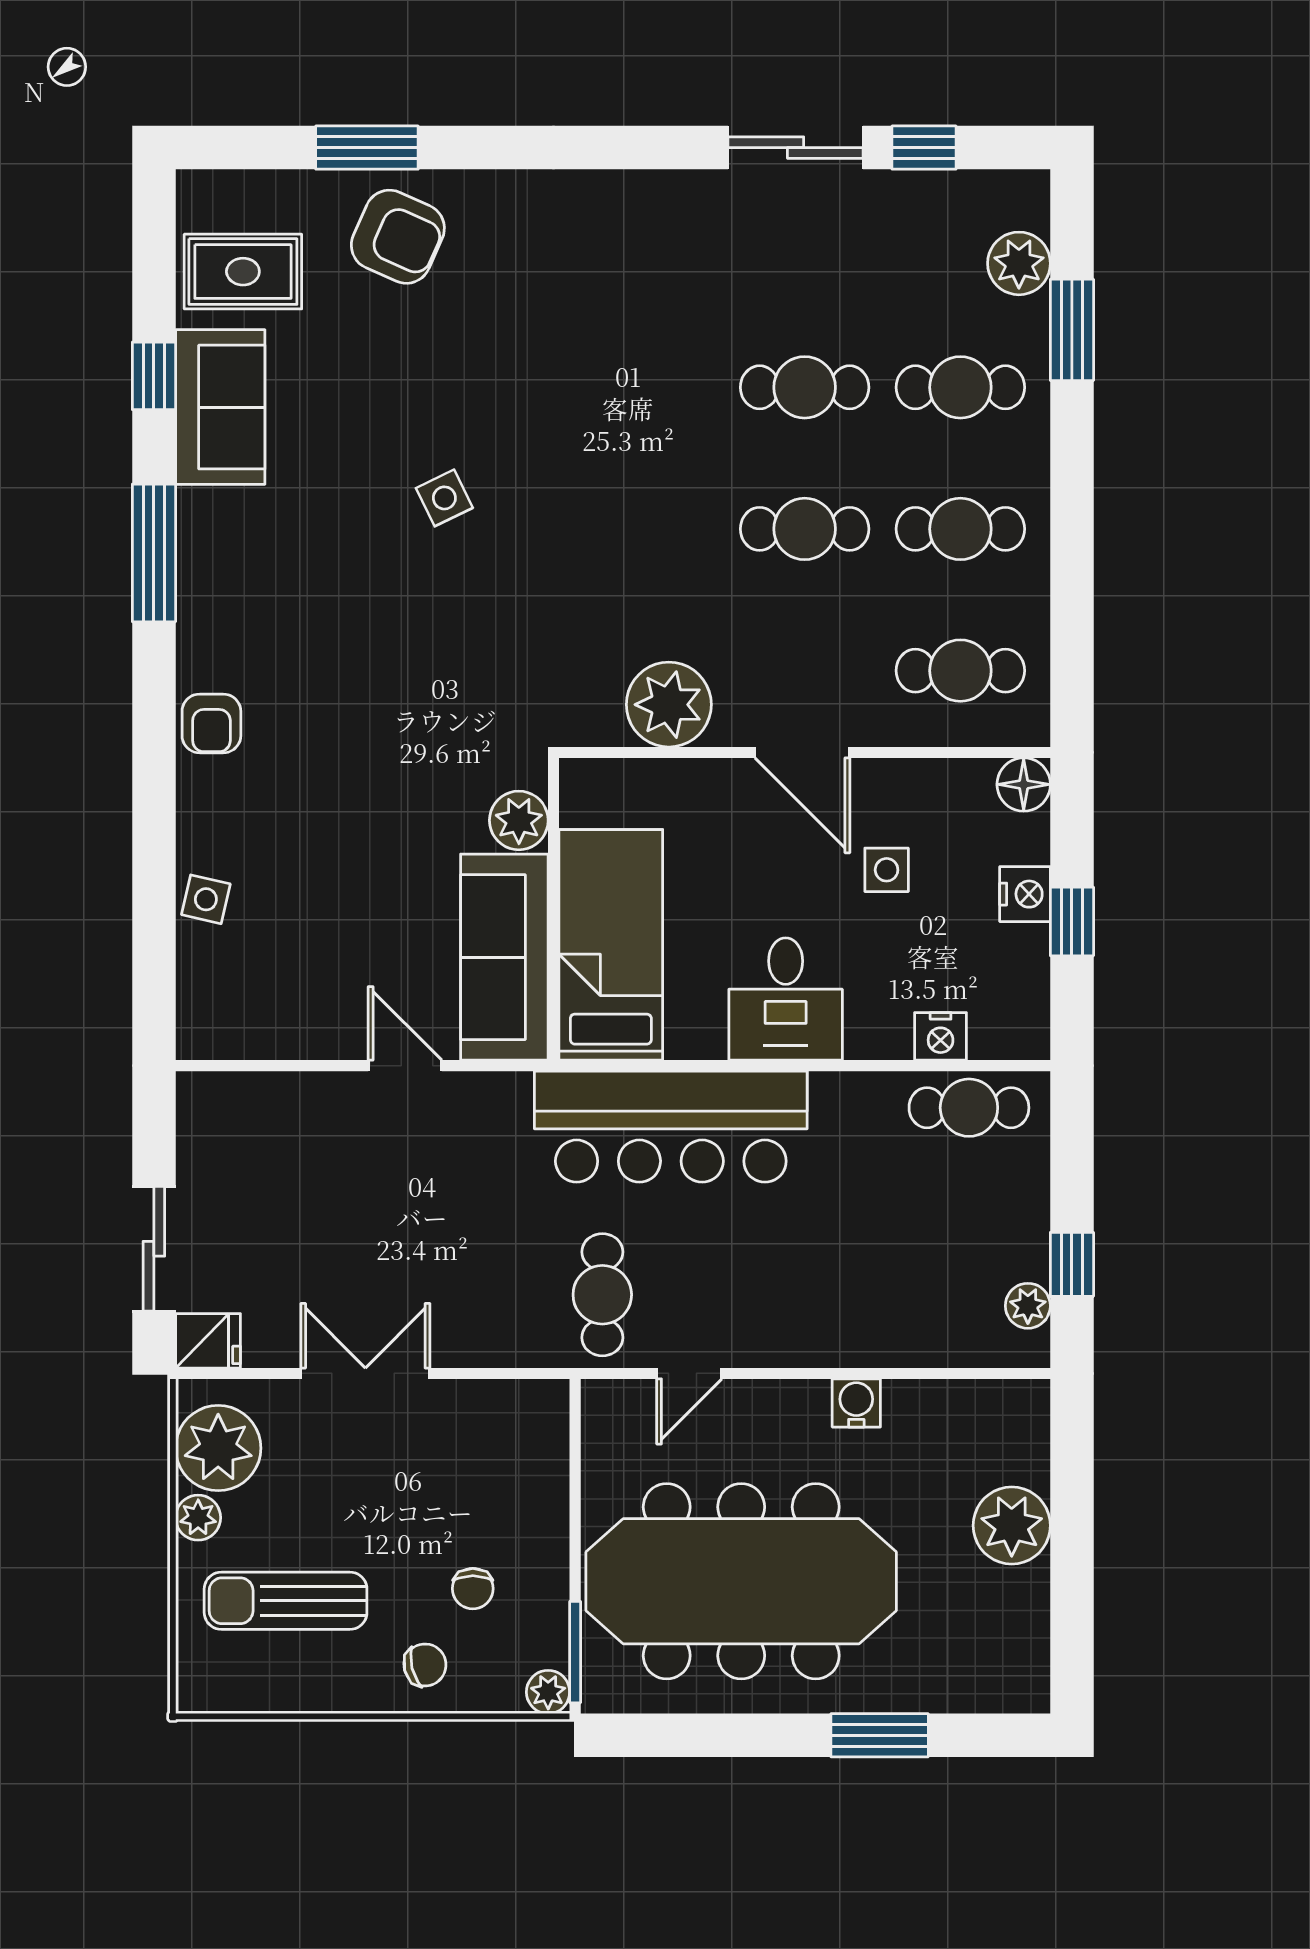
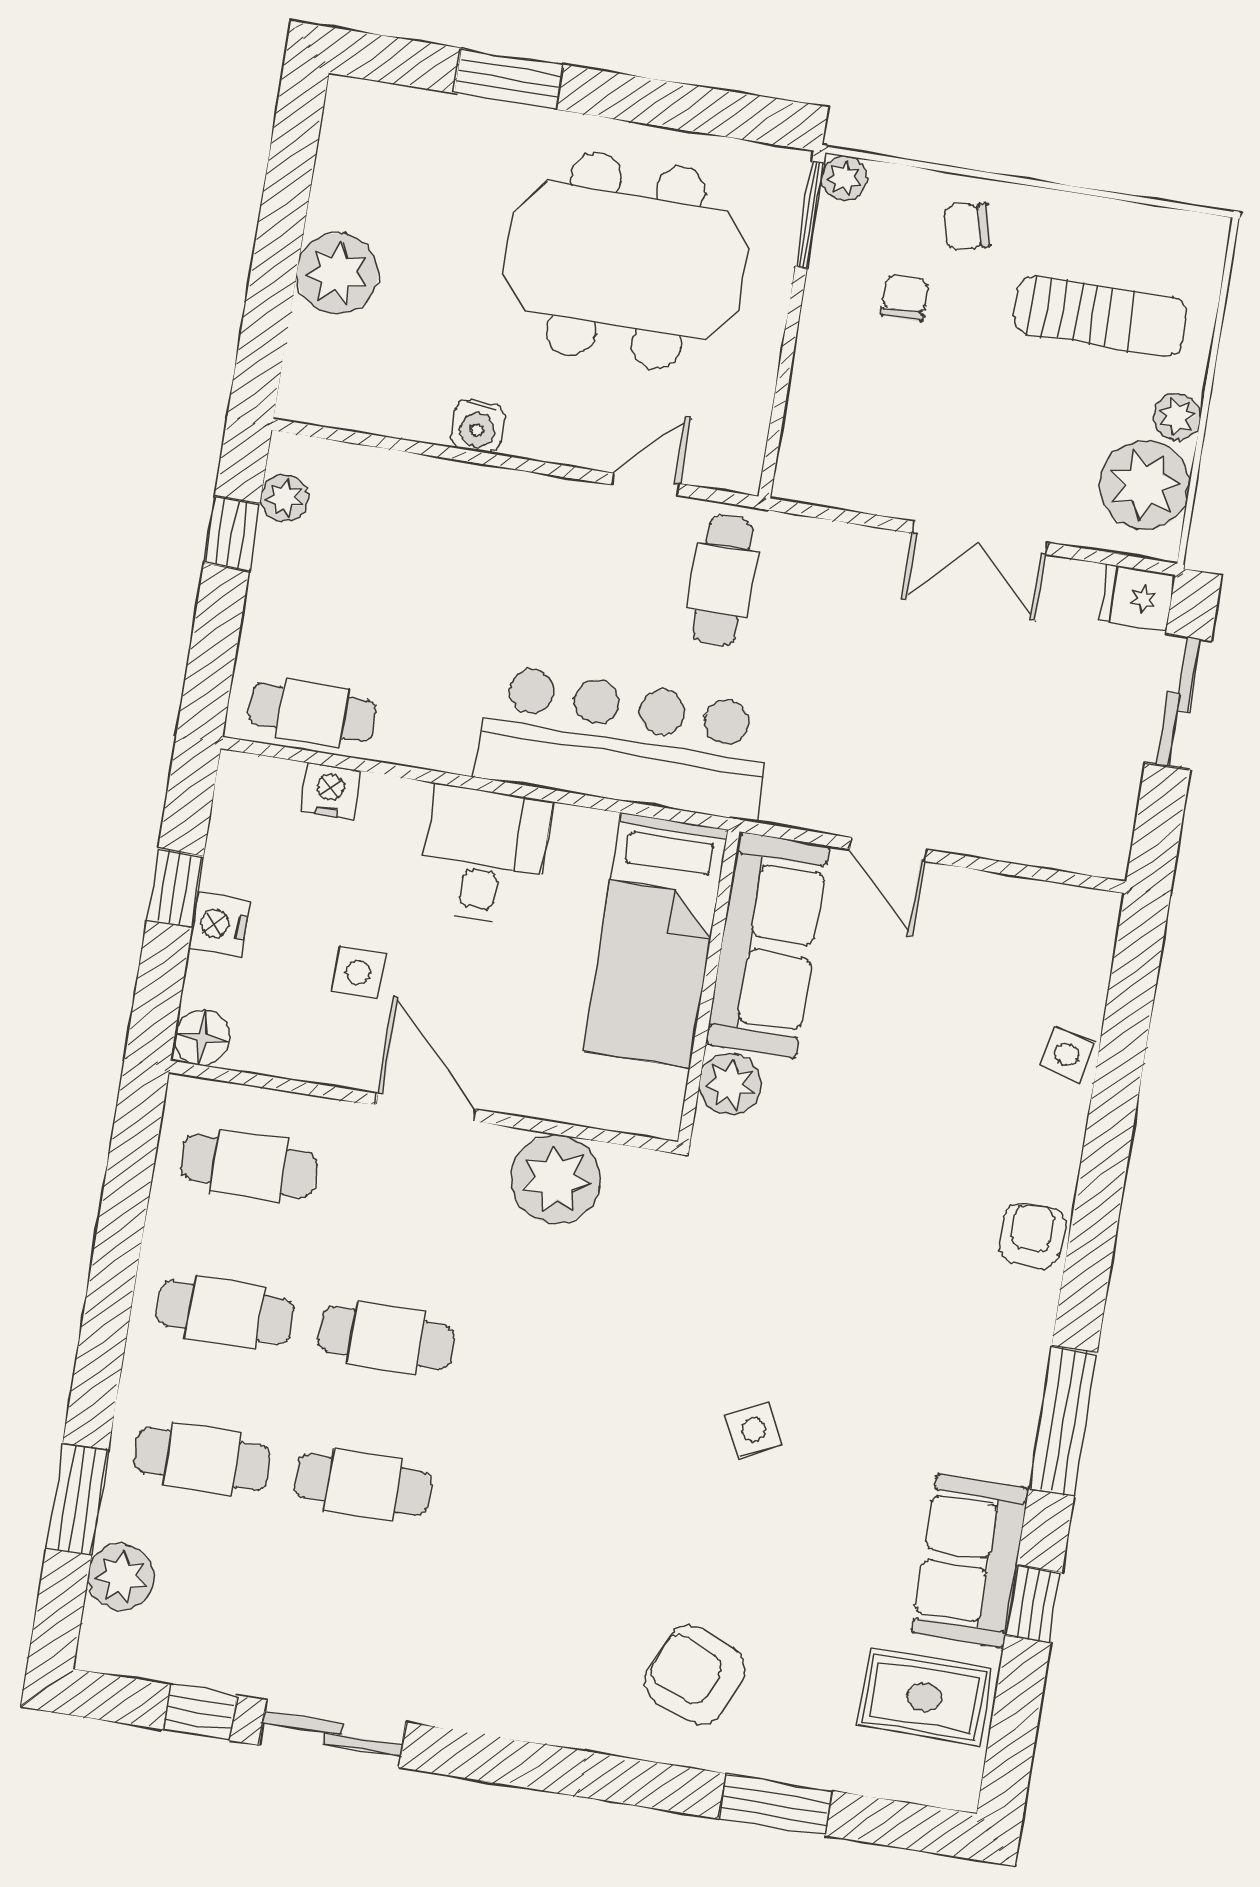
armchair: (398, 237) -> (695, 1675), moved
meeting table: (741, 1581) -> (626, 261), width x0.73

